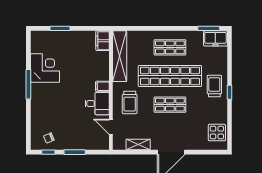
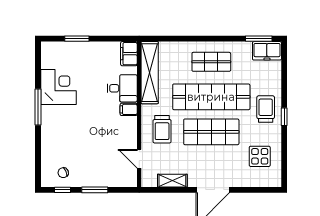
desk: (97, 104) -> (122, 88), moved
shop shelf: (170, 105) -> (211, 132), width x1.43, depth x1.36
display table: (217, 133) -> (260, 156), moved

